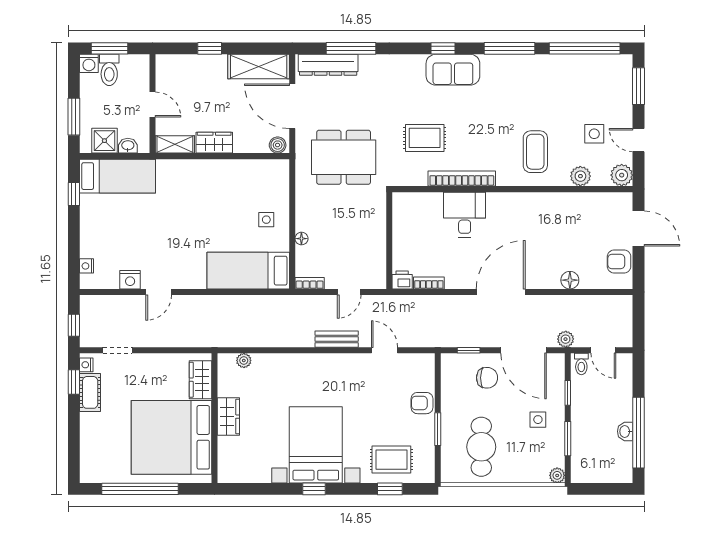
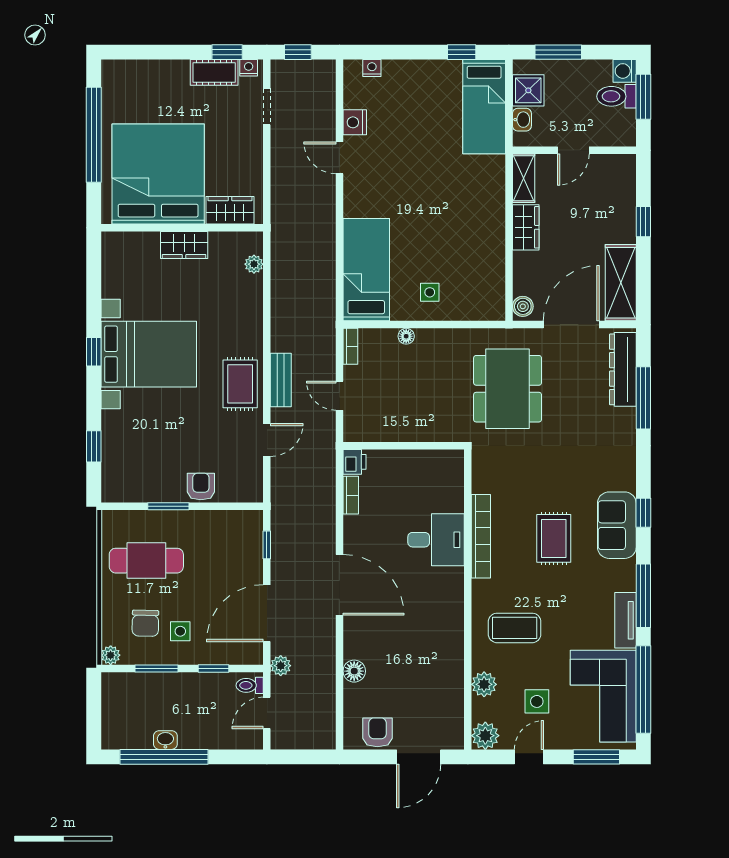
tv unit: (529, 63) -> (625, 620), added
corner sofa: (590, 81) -> (603, 696), added
rug: (425, 138) -> (554, 538), moved
chair: (487, 378) -> (145, 623), moved
rug: (391, 460) -> (240, 384), moved

